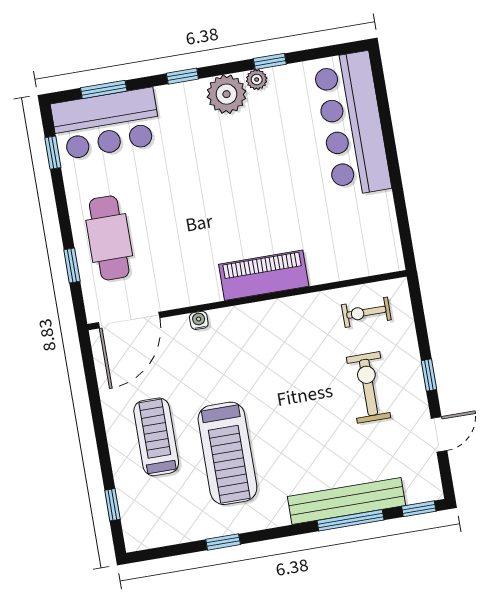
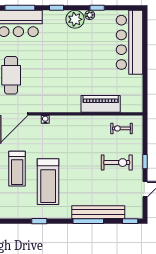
window: (104, 89) -> (20, 8), width x1.44
piano: (264, 275) -> (101, 104), moved
exercise bike: (369, 387) -> (117, 163), turned 90
treadmill: (156, 437) -> (17, 169), turned 180
window: (351, 520) -> (88, 221), moved

